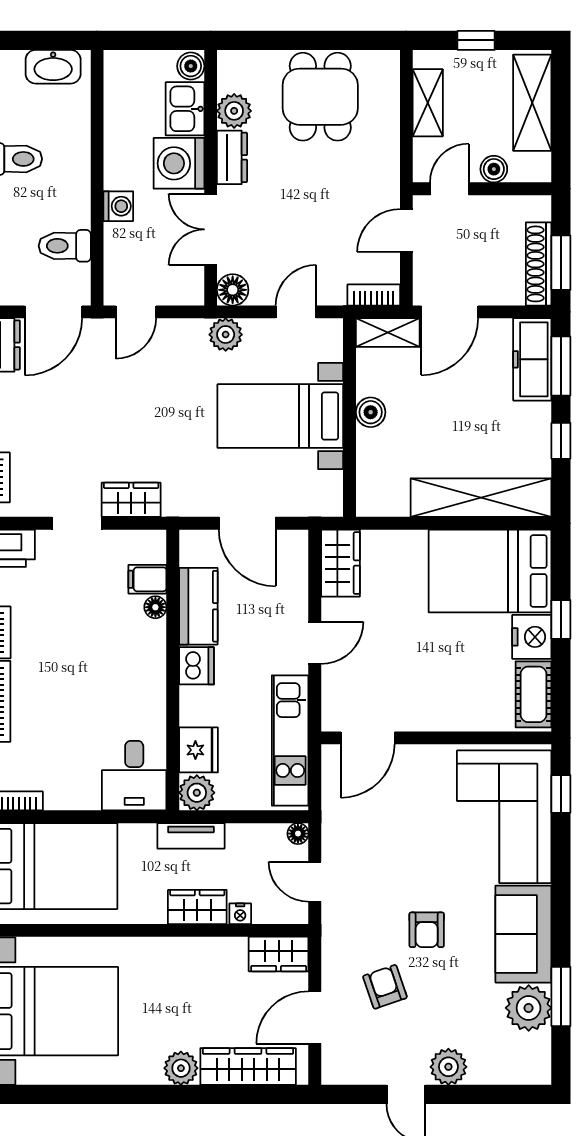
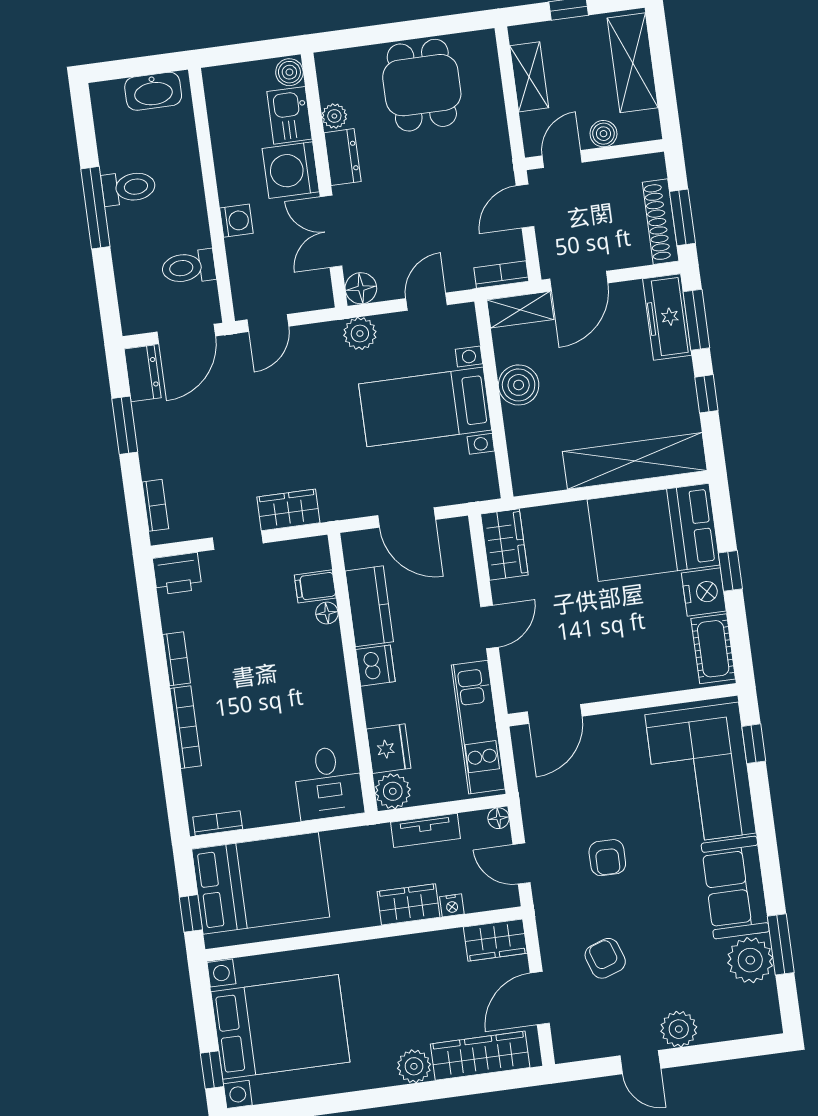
plant: (234, 111) -> (334, 116), width x0.73, depth x0.73
boiler: (371, 412) -> (519, 385), width x1.36, depth x1.36
tv unit: (191, 836) -> (426, 830), moved
armchair: (427, 930) -> (607, 858), moved

